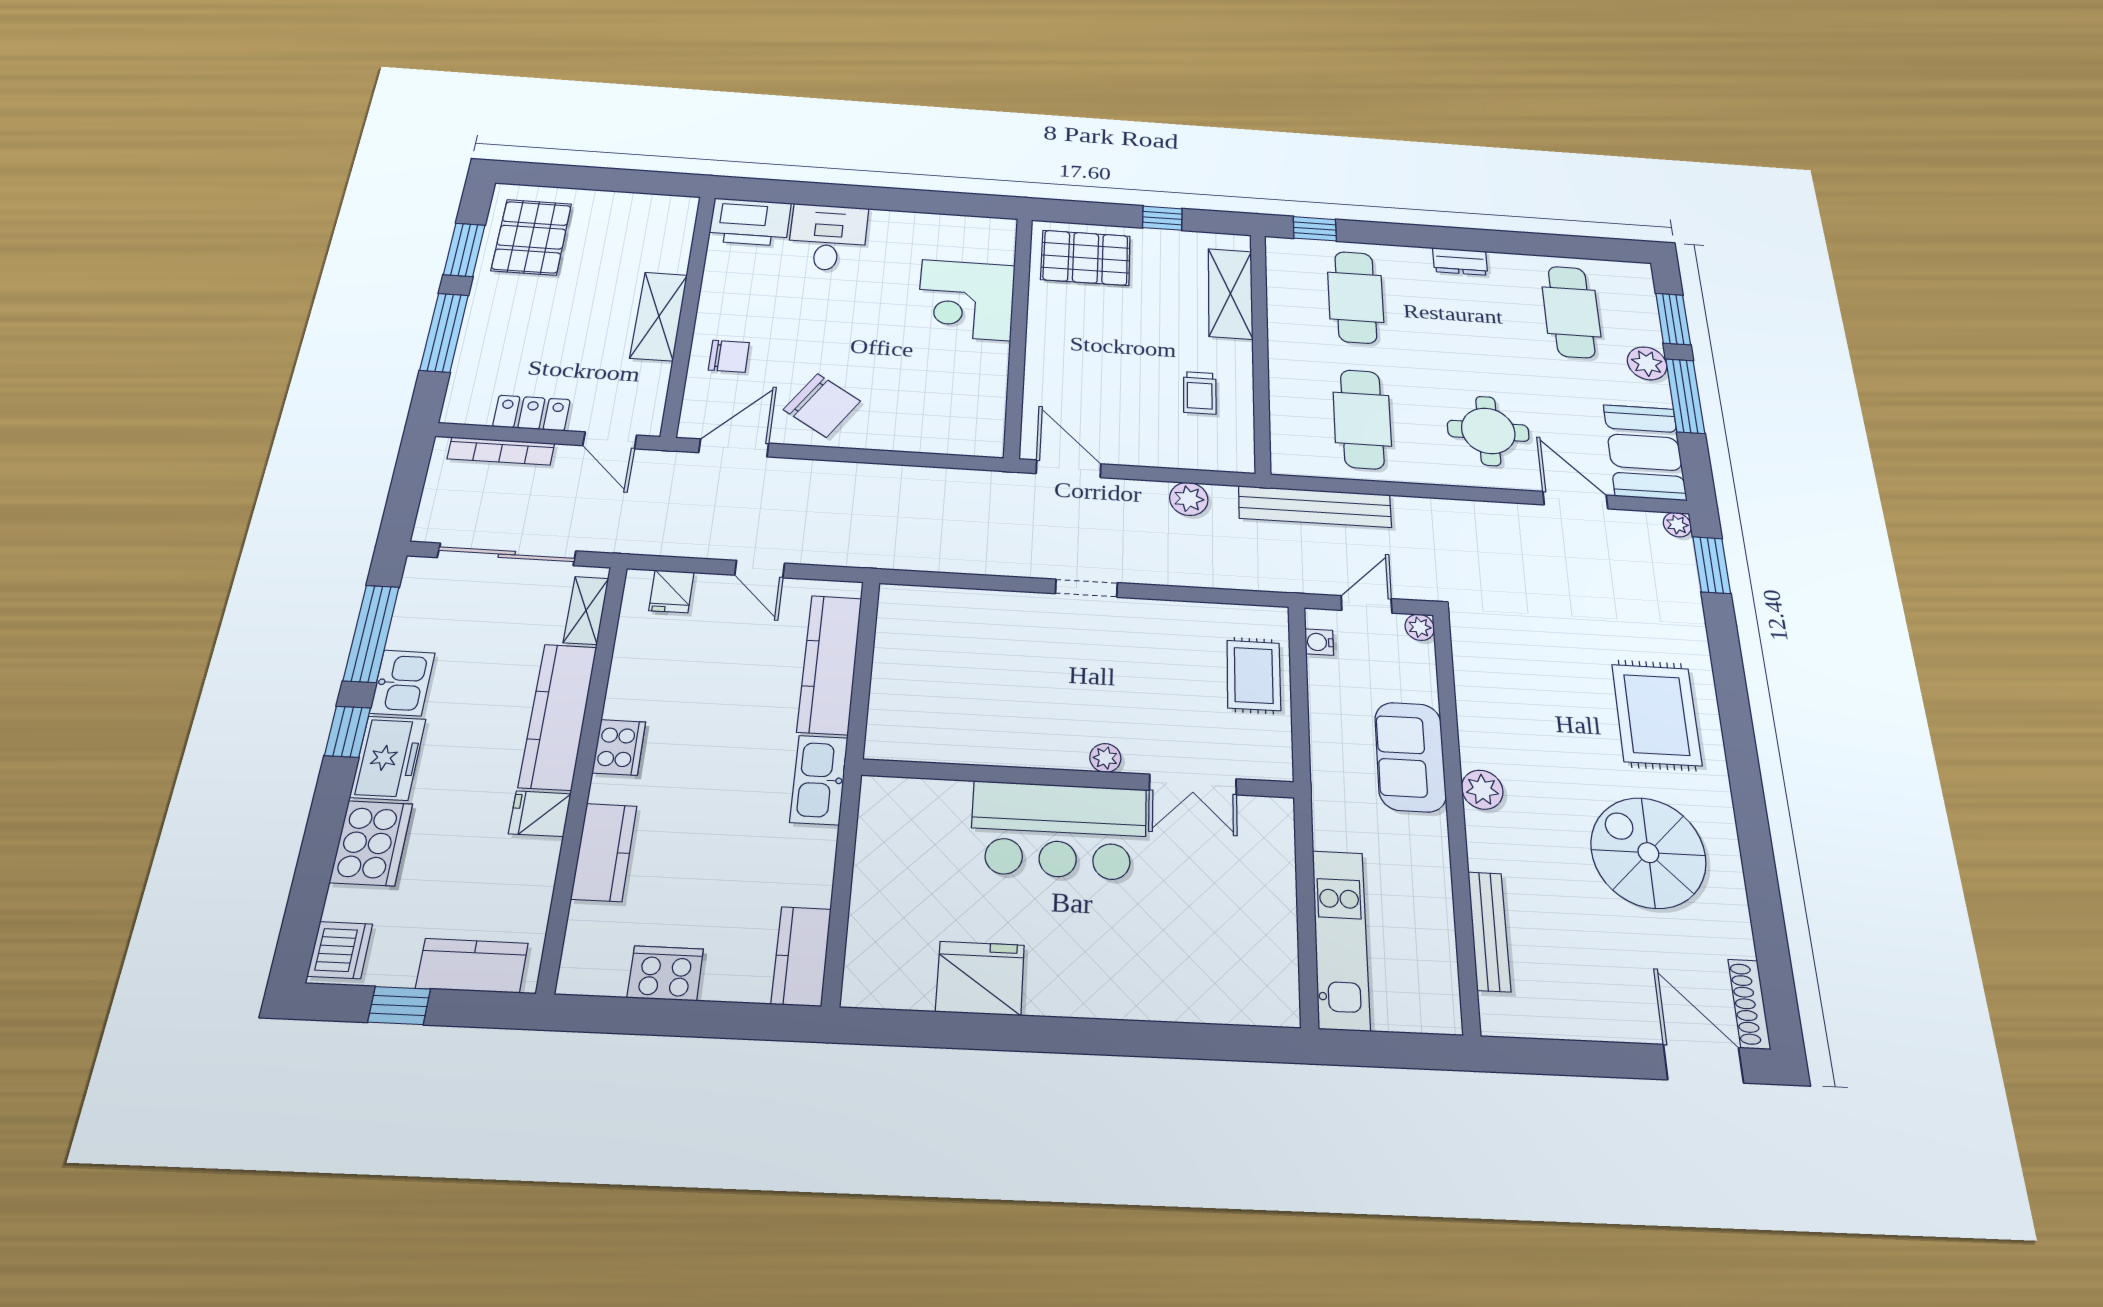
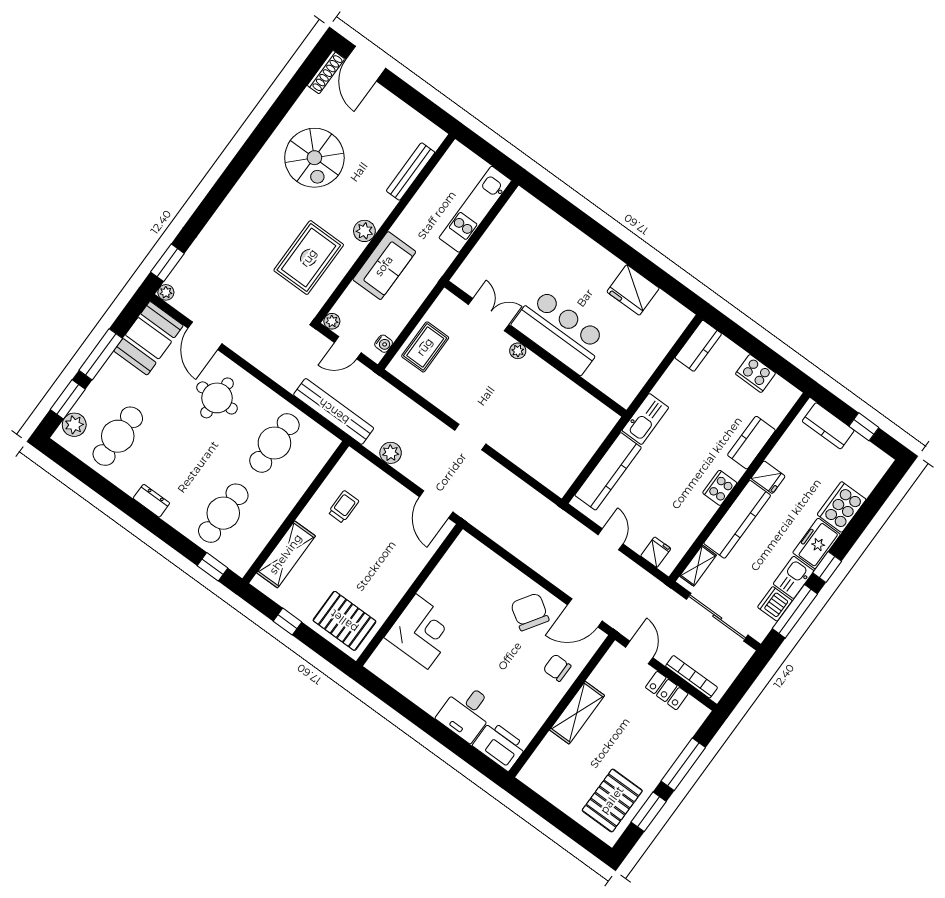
plant: (1647, 363) -> (74, 425), moved
rug: (1657, 715) -> (309, 258), moved
dishwasher: (340, 950) -> (775, 604), moved

